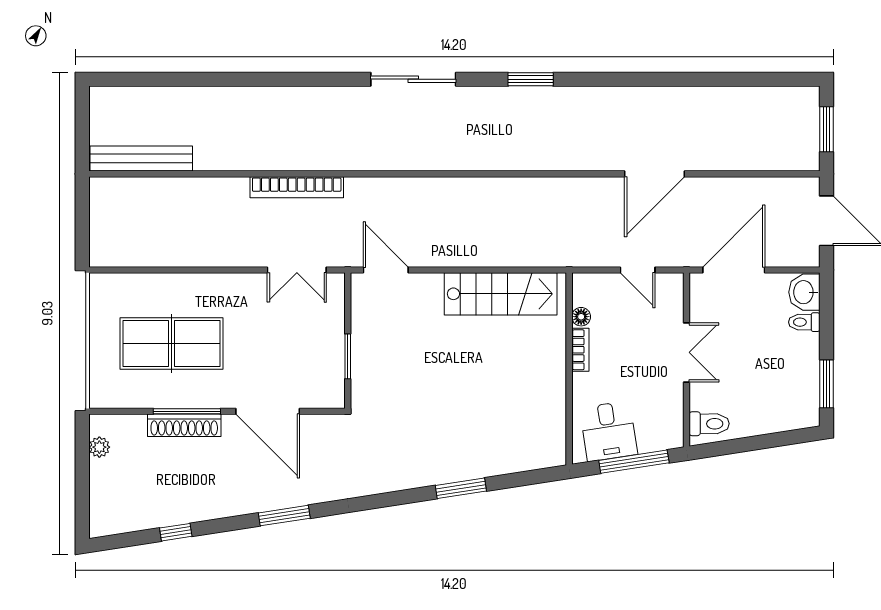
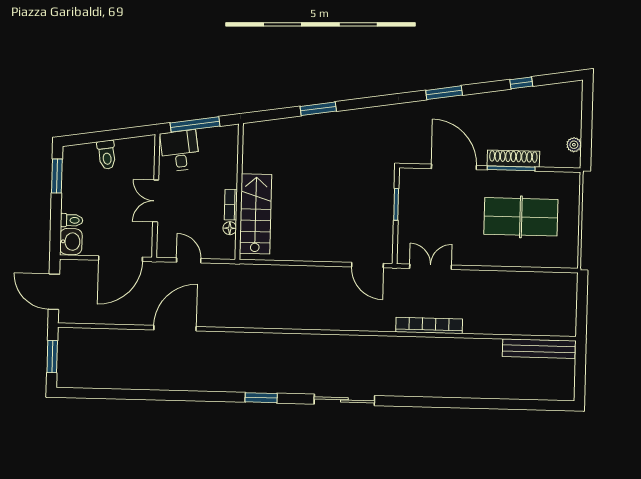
stairs: (501, 294) -> (256, 214), moved, turned 90
toilet: (709, 424) -> (107, 155), moved, turned -99
desk: (609, 431) -> (180, 151), moved

